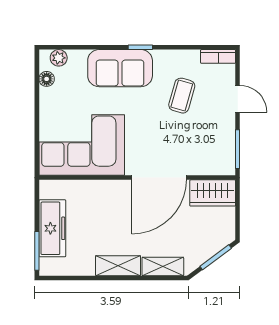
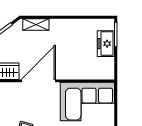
freezer: (52, 228) -> (106, 44), width x0.71
shelving: (118, 266) -> (64, 25), removed

